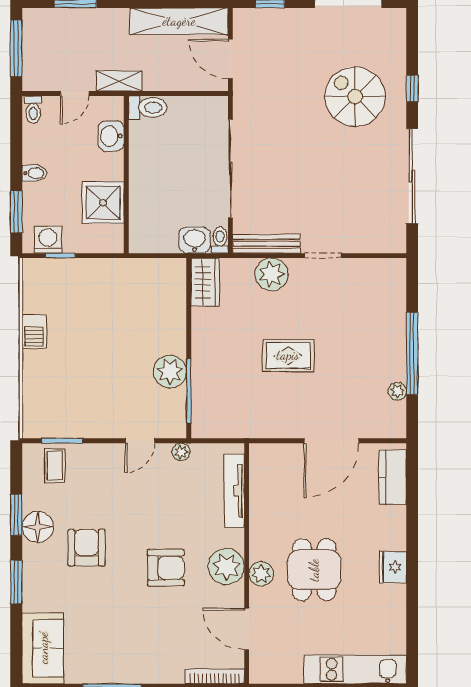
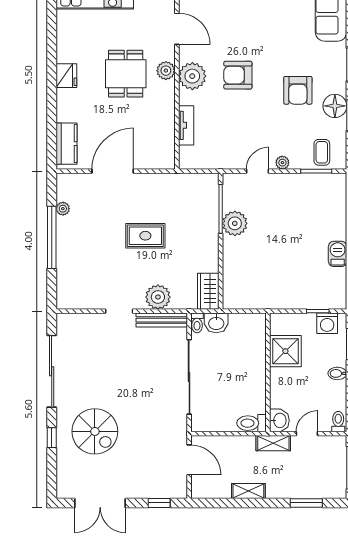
shelving: (179, 21) -> (248, 491), width x0.45, depth x0.75
washbasin: (111, 136) -> (279, 420), moved
plant: (181, 452) -> (282, 163), moved
tv unit: (234, 491) -> (186, 125), width x0.71

